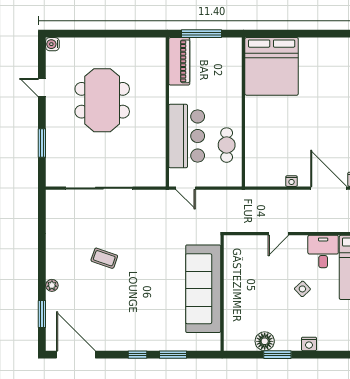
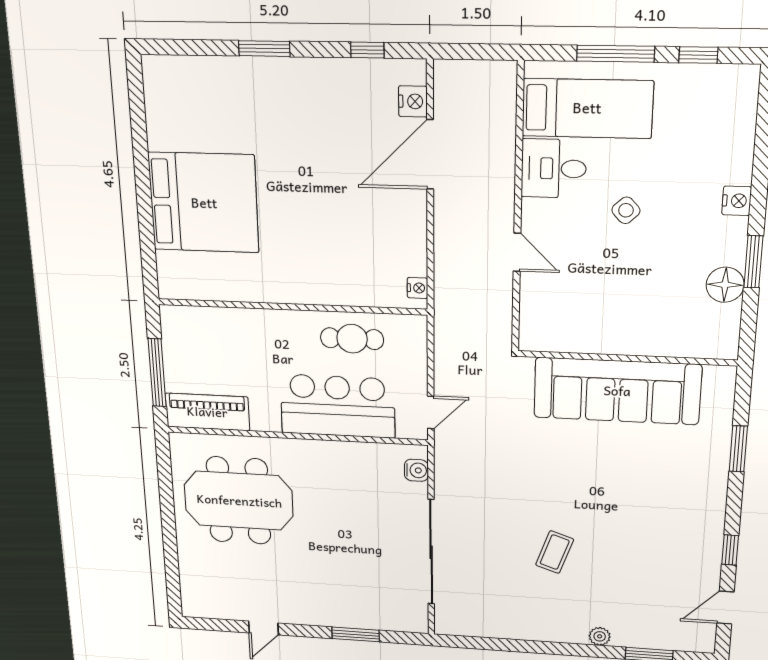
water cooler: (52, 44) -> (416, 470), moved, turned -90
bed: (272, 66) -> (204, 203), moved
meeting table: (102, 100) -> (239, 501), moved
nightstand: (292, 181) -> (418, 288), moved
door: (76, 355) -> (725, 608), width x0.53
window: (137, 355) -> (730, 550), moved

